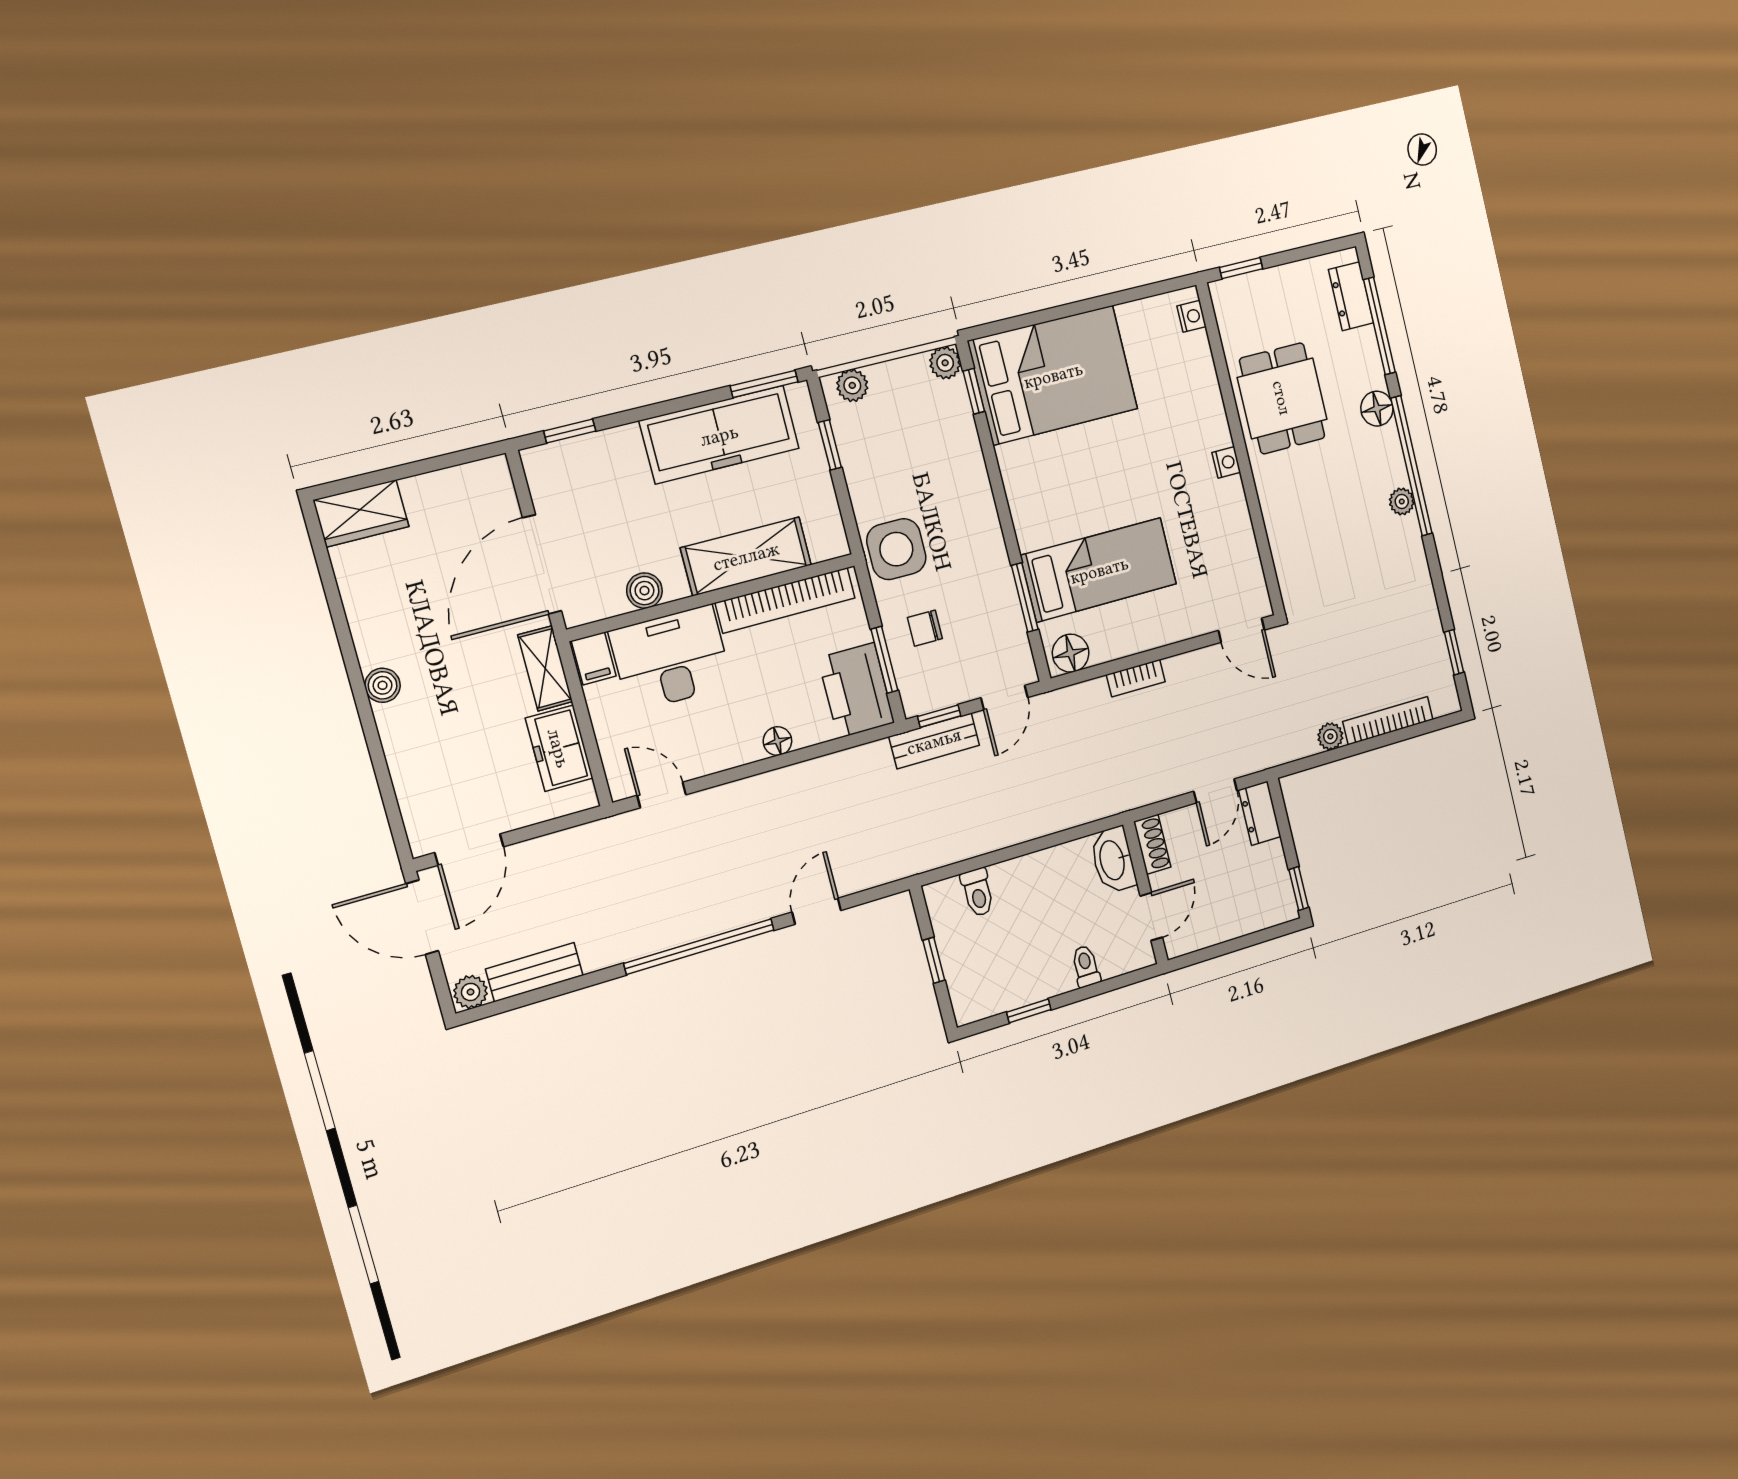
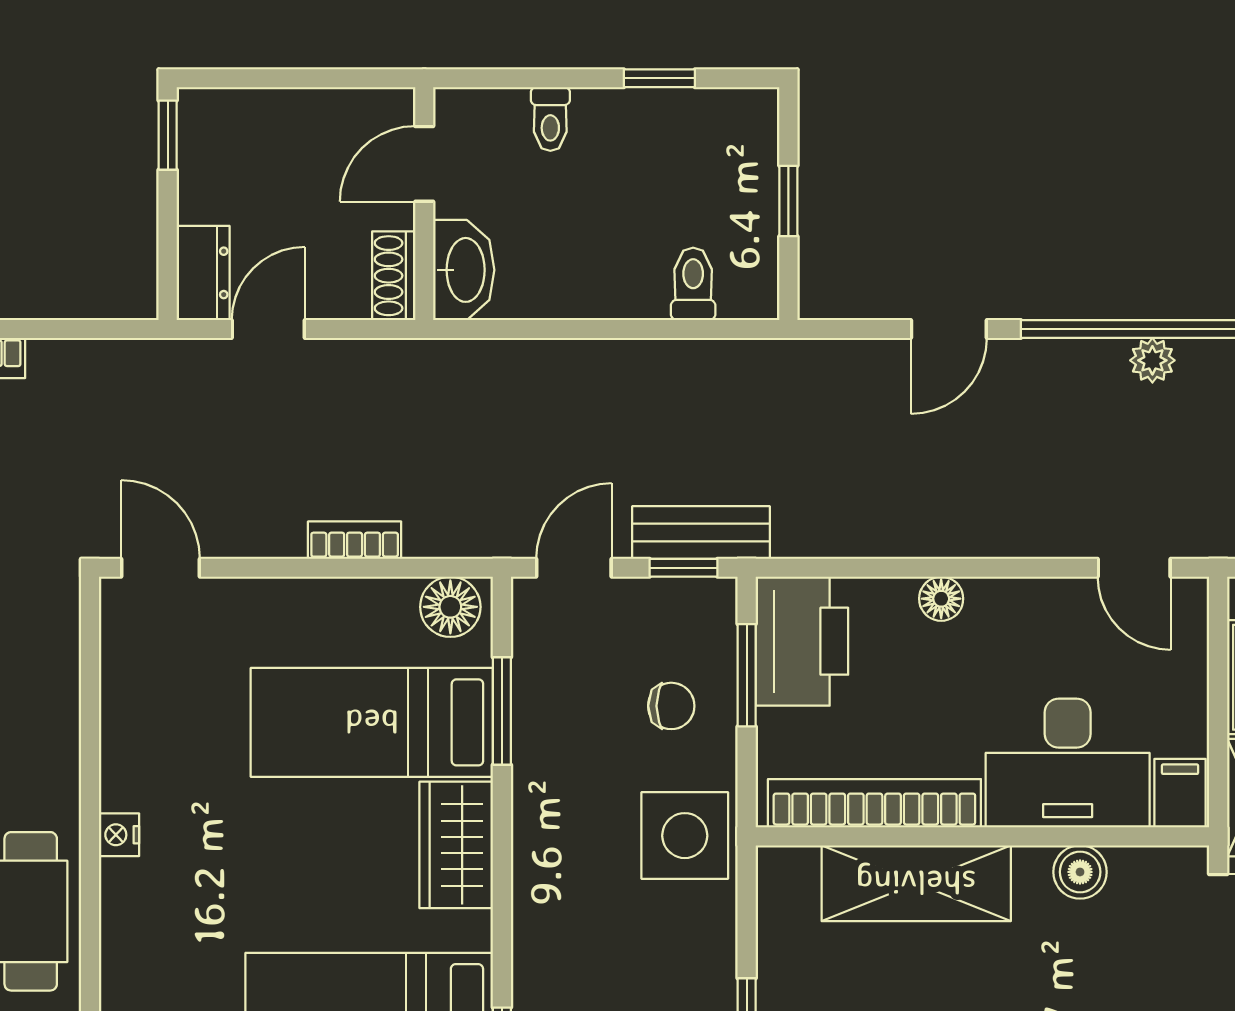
wardrobe: (1031, 507) -> (456, 845), added
plant: (1330, 736) -> (1152, 360), moved

